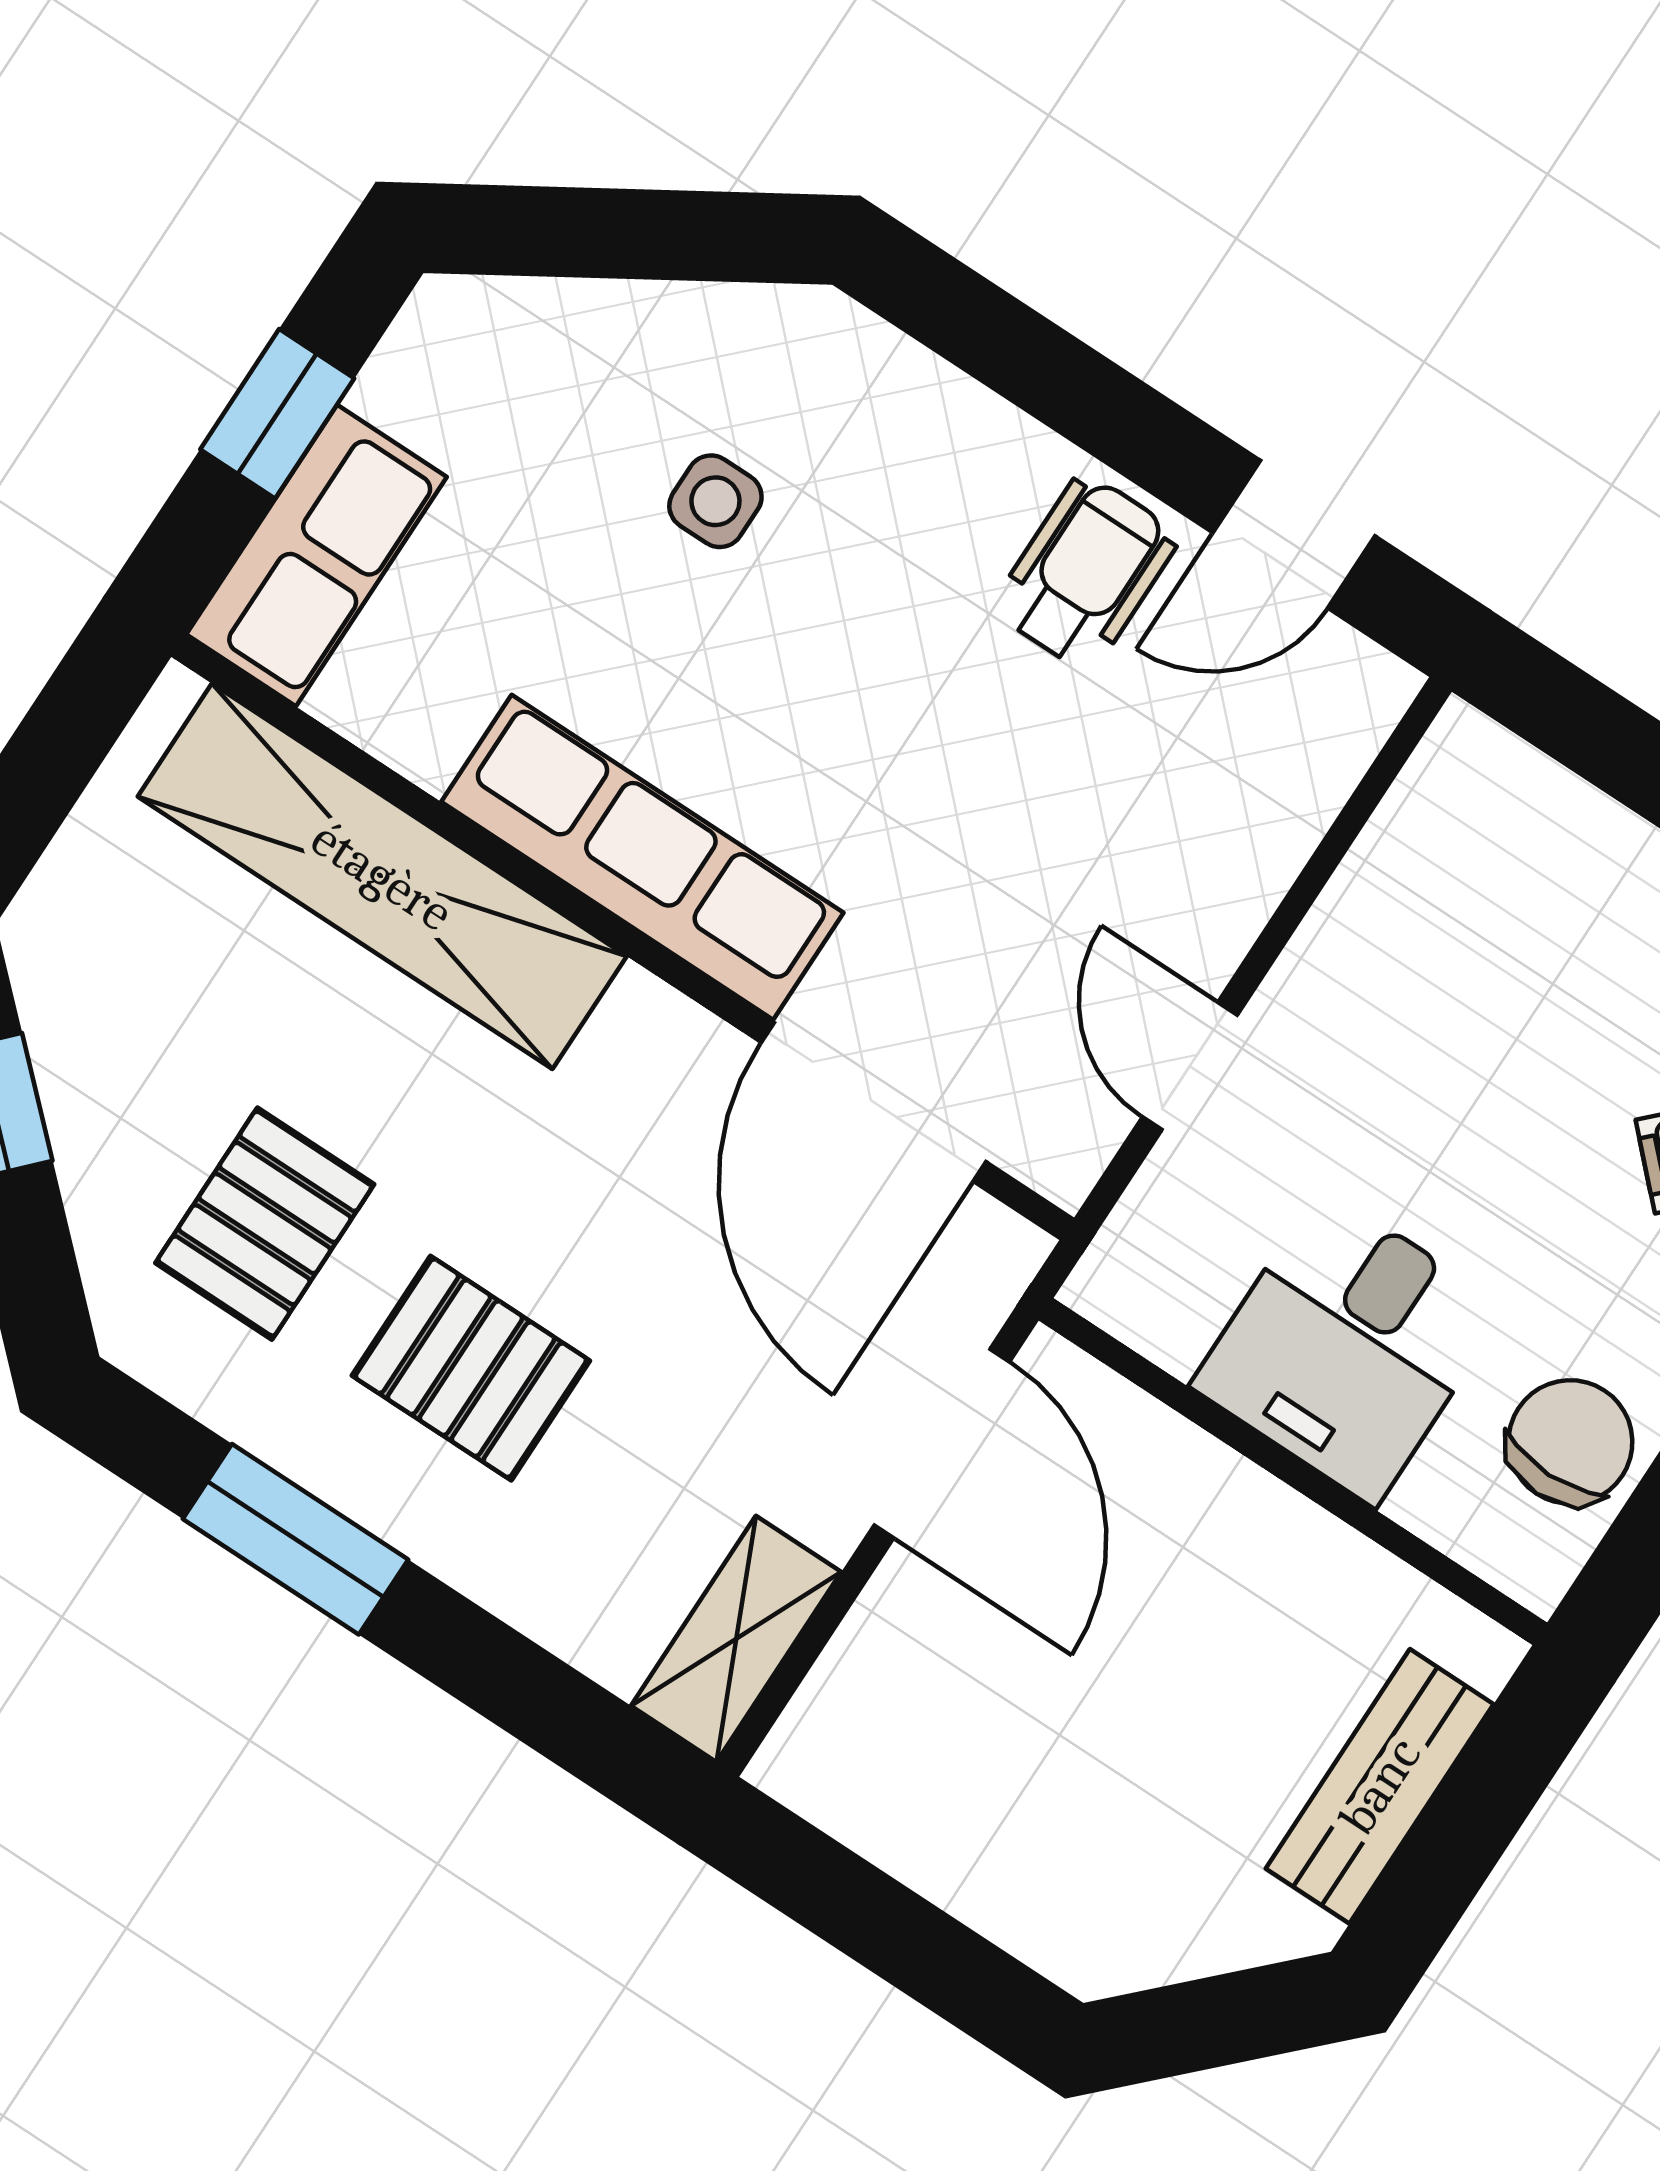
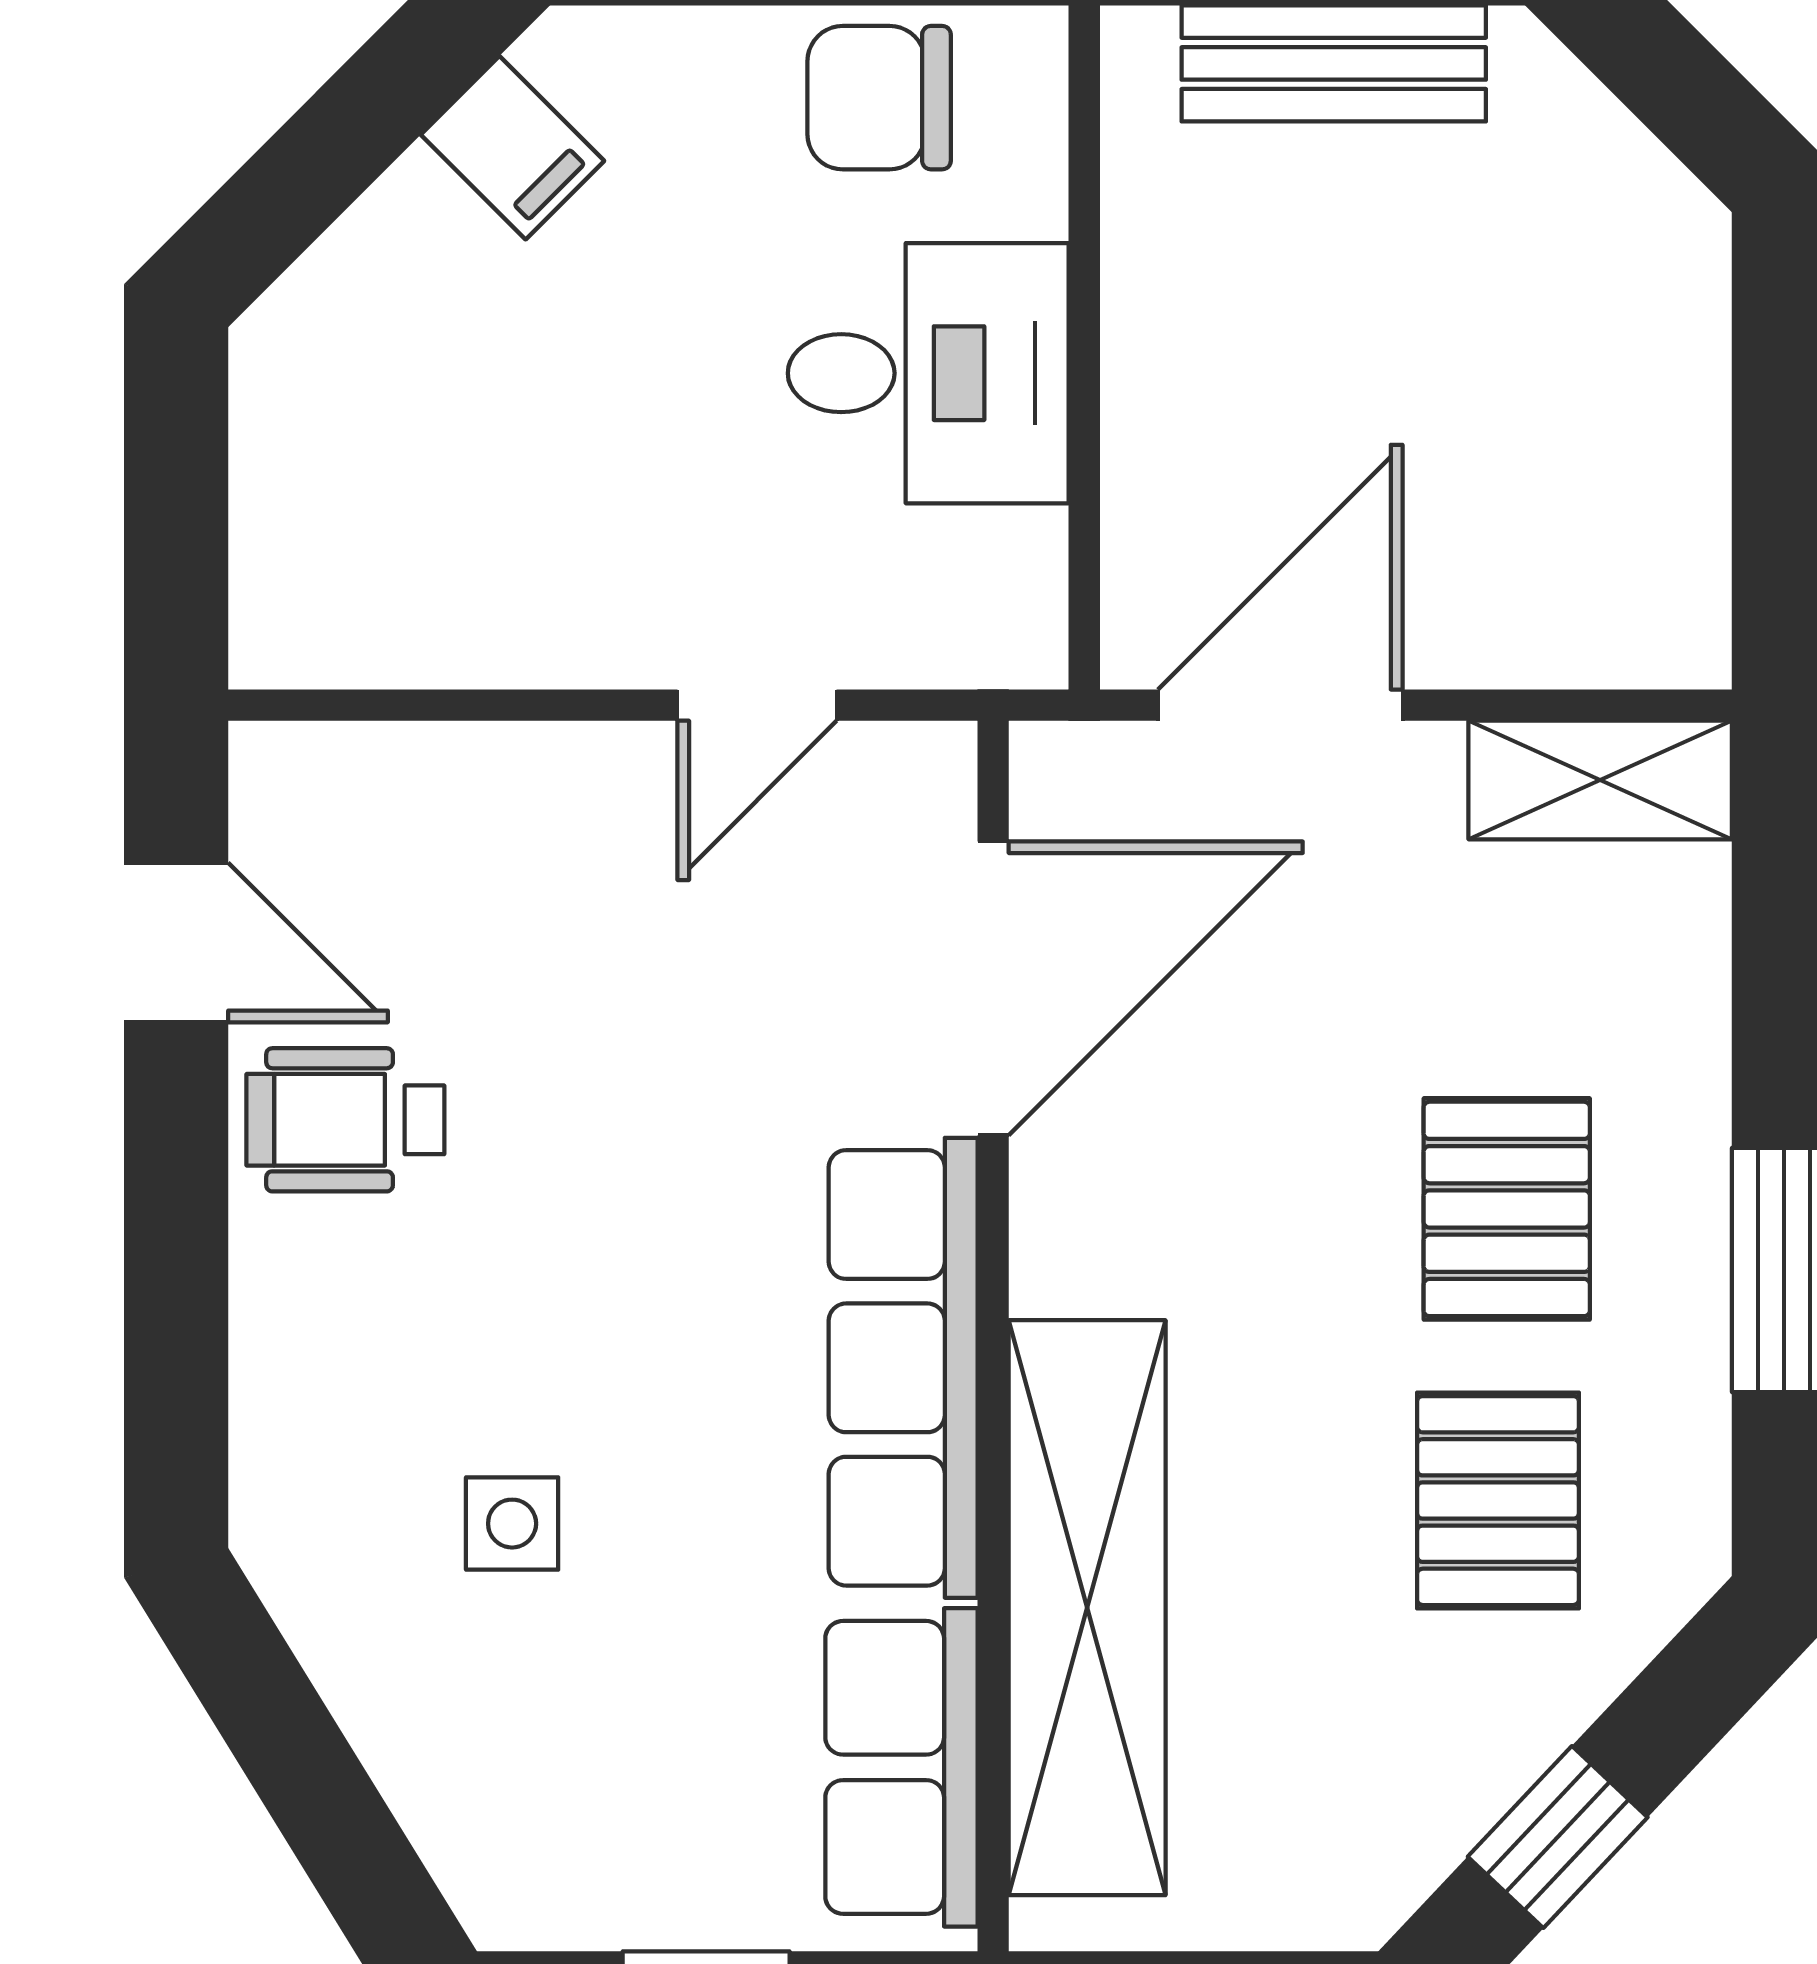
row of seats: (316, 556) -> (901, 1767), moved, turned -90
pallet: (265, 1224) -> (1498, 1501), turned 90

